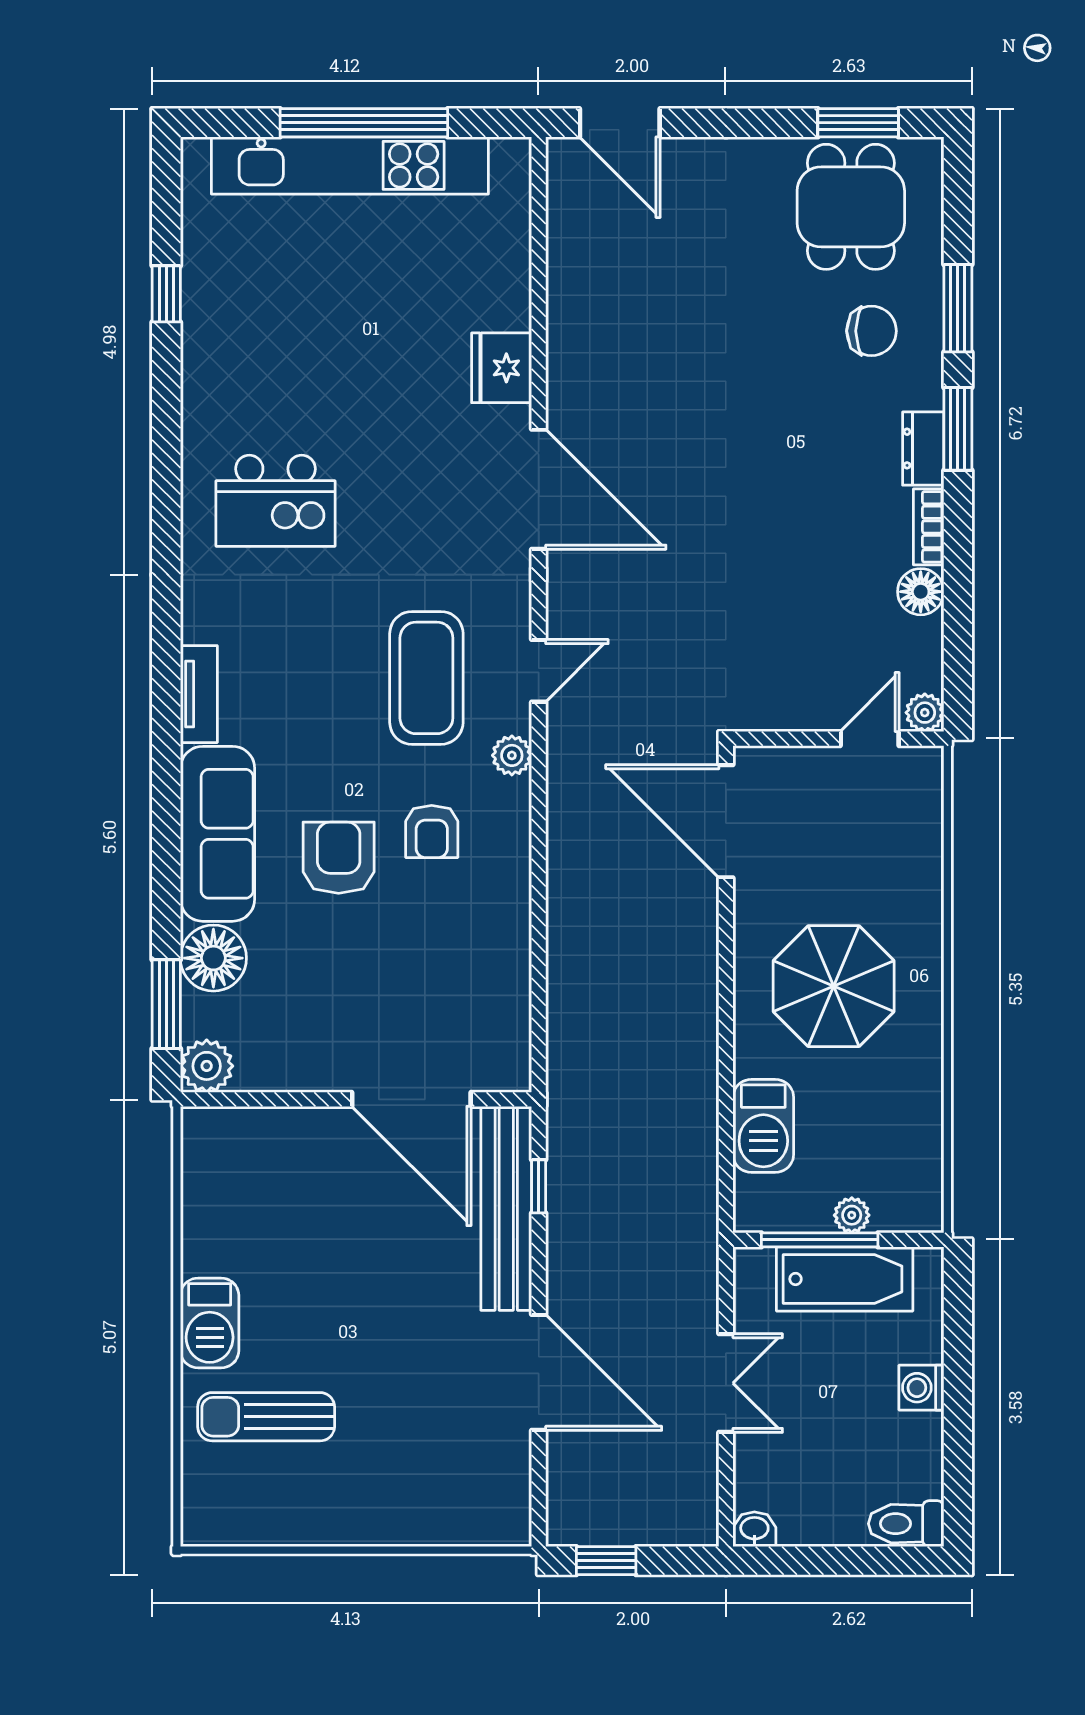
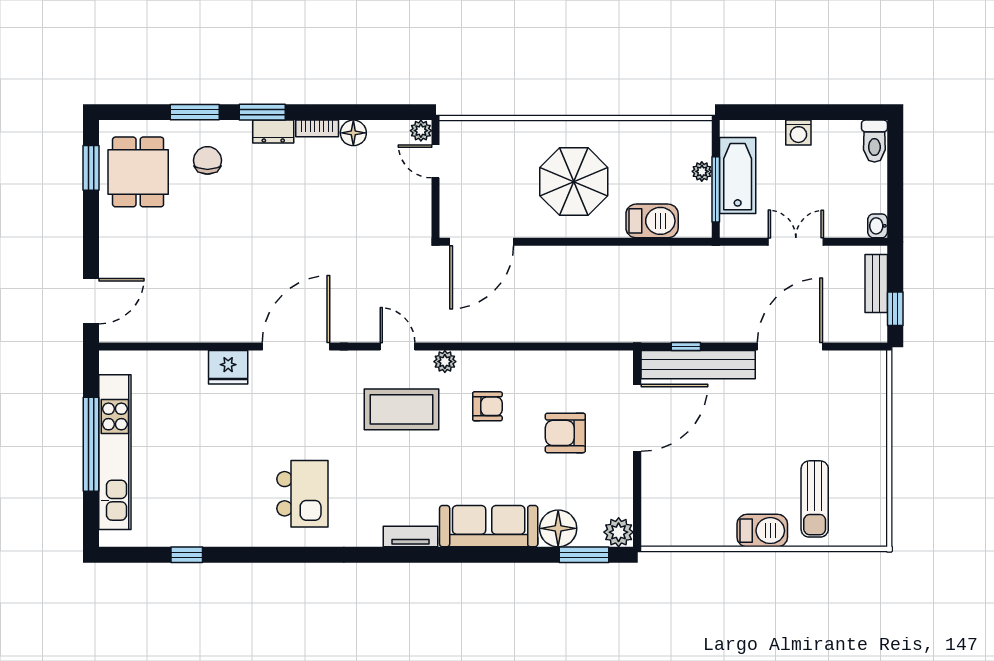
dining table: (851, 207) -> (138, 172), turned 90
armchair: (339, 858) -> (565, 433), moved
bench: (651, 1527) -> (876, 284), added

